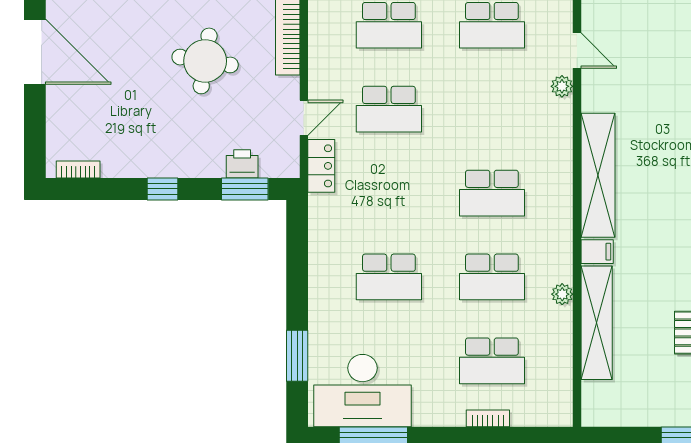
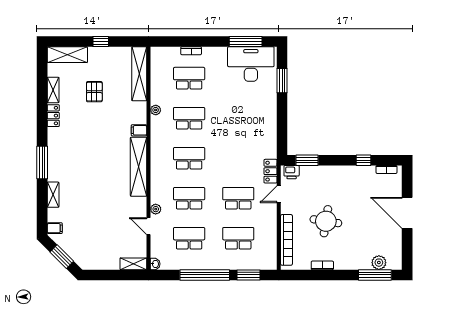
door: (35, 52) -> (407, 213), moved
printer: (242, 164) -> (292, 172), moved
window: (162, 189) -> (363, 160), moved
school desk: (389, 277) -> (189, 198), moved
shelving: (597, 323) -> (139, 74), moved

